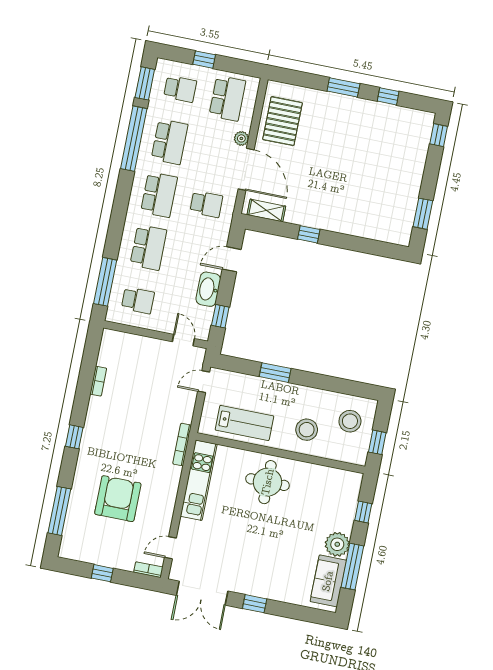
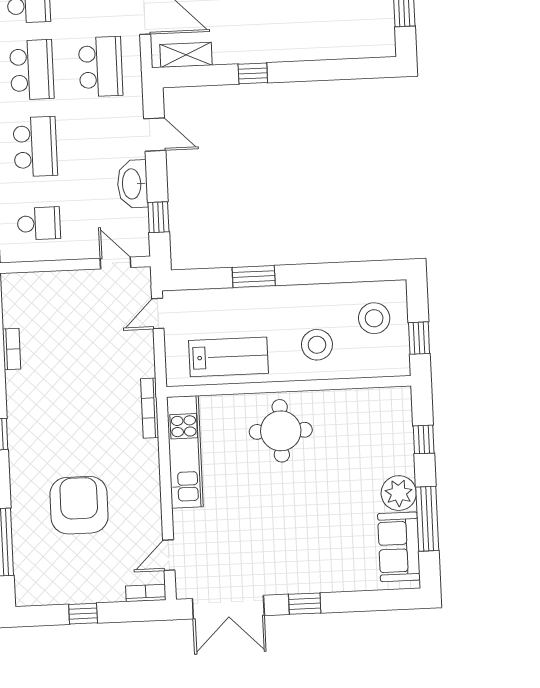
school desk: (206, 204) -> (101, 67), width x1.85
door: (232, 259) -> (155, 135), swing flipped

